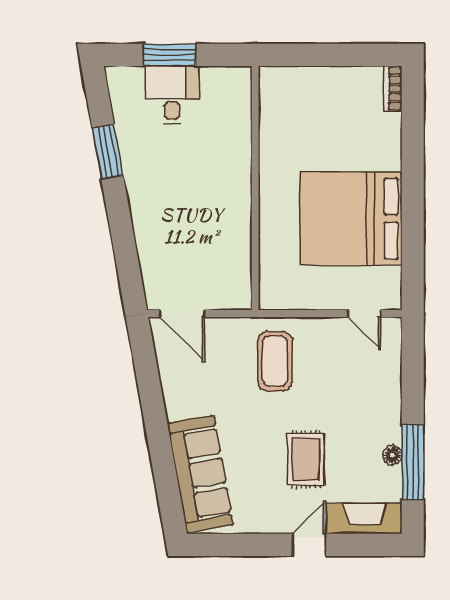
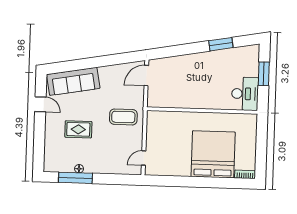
desk: (172, 95) -> (245, 94), moved, width x1.37
bed: (351, 218) -> (213, 154), moved
fireplace: (365, 519) -> (51, 155), removed
door: (309, 545) -> (40, 104), moved

